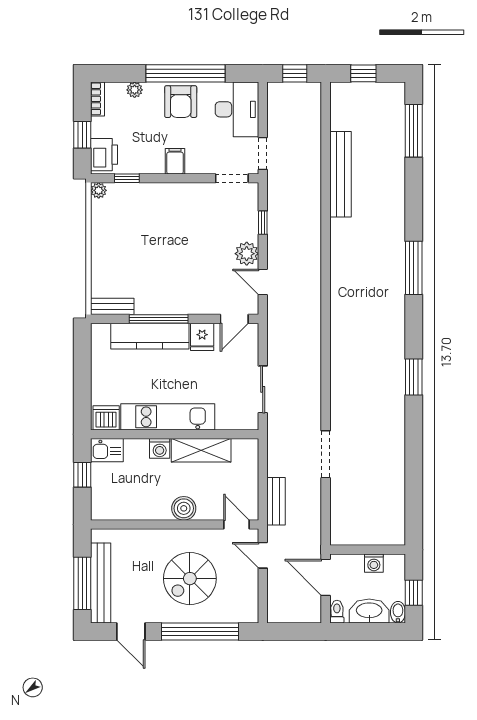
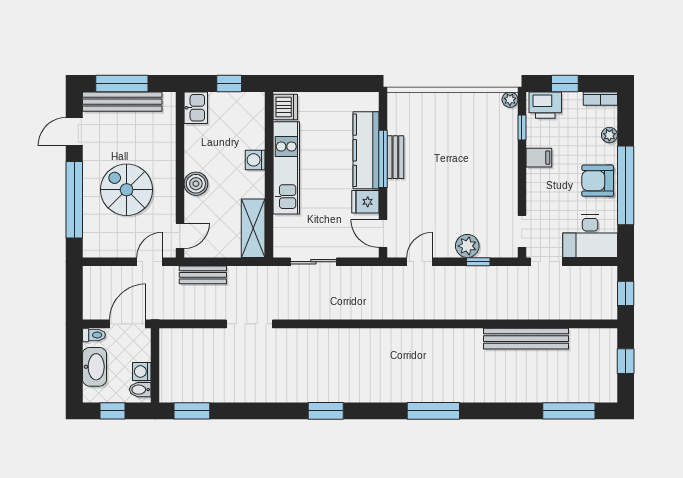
filing cabinet: (175, 161) -> (539, 158), moved
plant: (247, 254) -> (467, 246), moved
bench: (112, 306) -> (395, 157), moved
kitchen sink: (107, 450) -> (196, 108), moved, turned 180
shelving: (201, 450) -> (253, 228), moved
window: (414, 513) -> (192, 411), added
bidet: (398, 612) -> (140, 390), moved, turned 180

